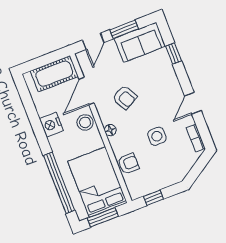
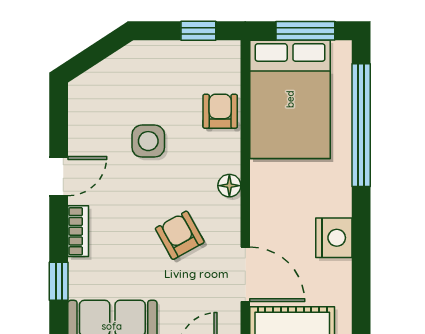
door: (86, 91) -> (245, 274), hinge flipped
stool: (85, 122) -> (270, 218), removed
bookcase: (196, 138) -> (78, 231), moved
armchair: (128, 164) -> (220, 111), turned 90

